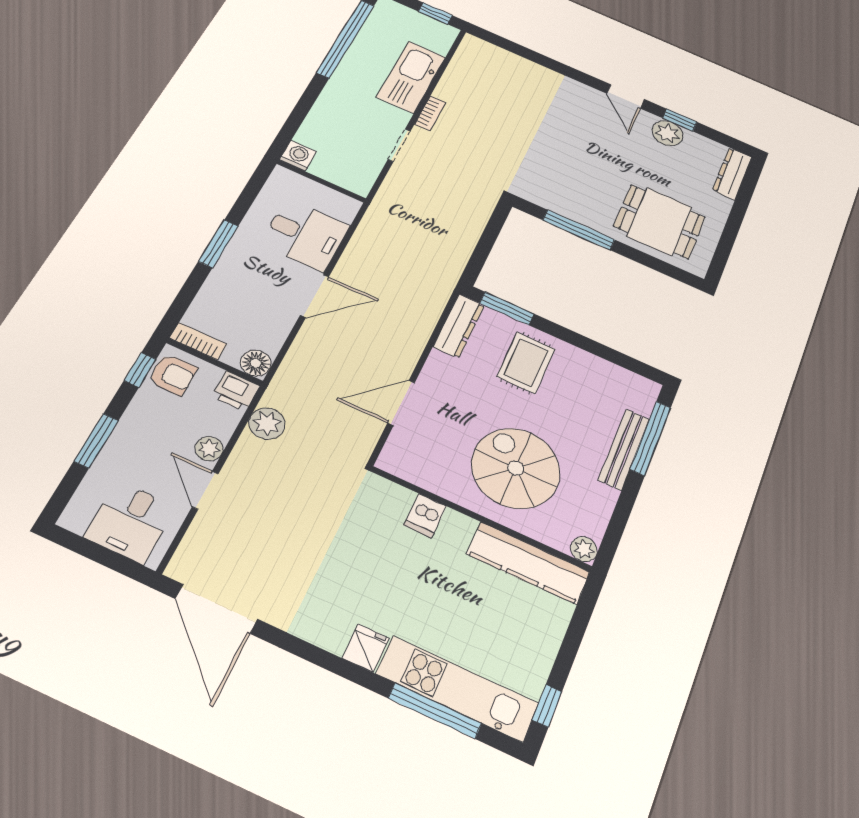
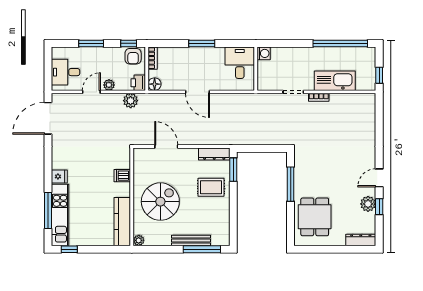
desk: (305, 235) -> (240, 63), moved, turned 180

